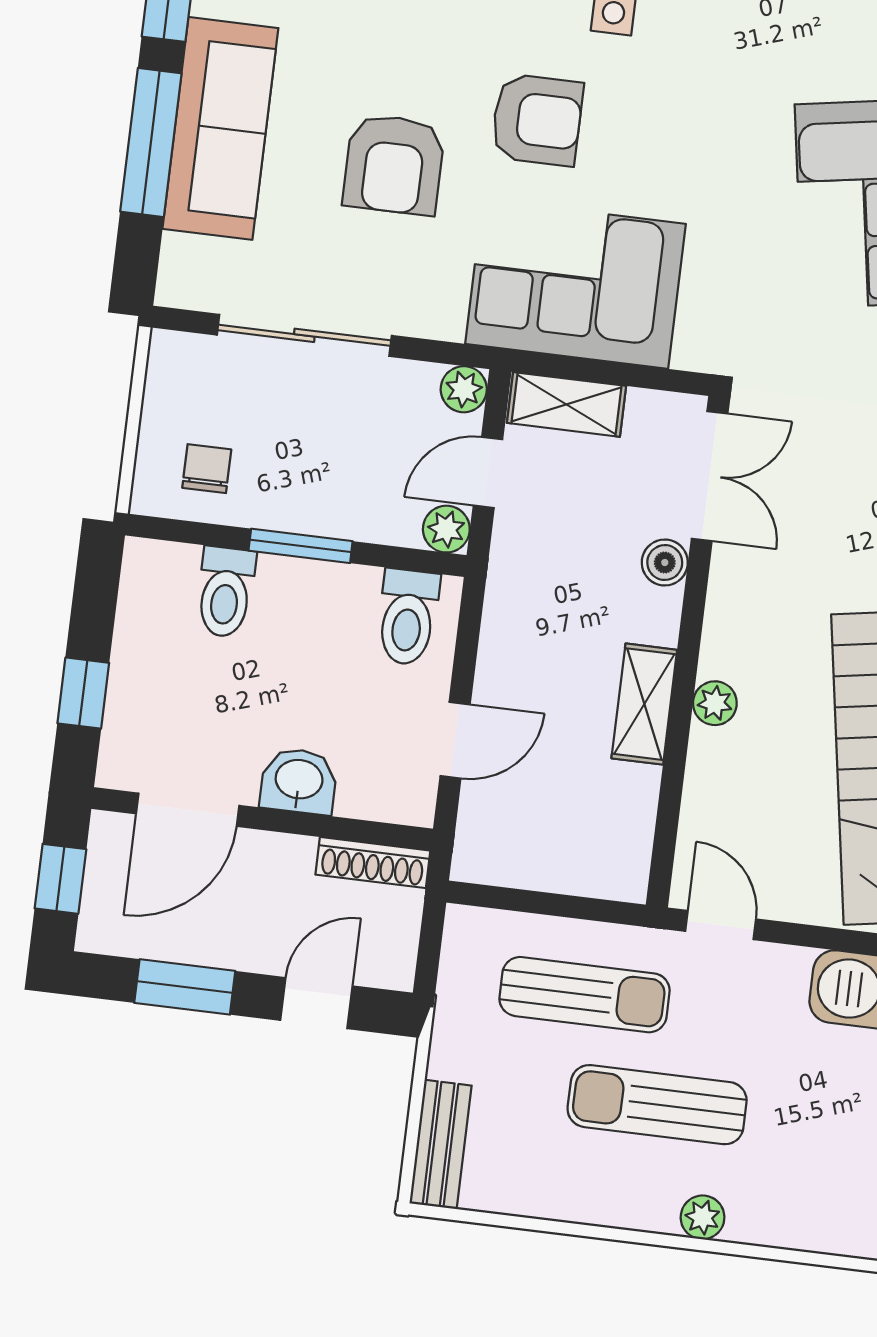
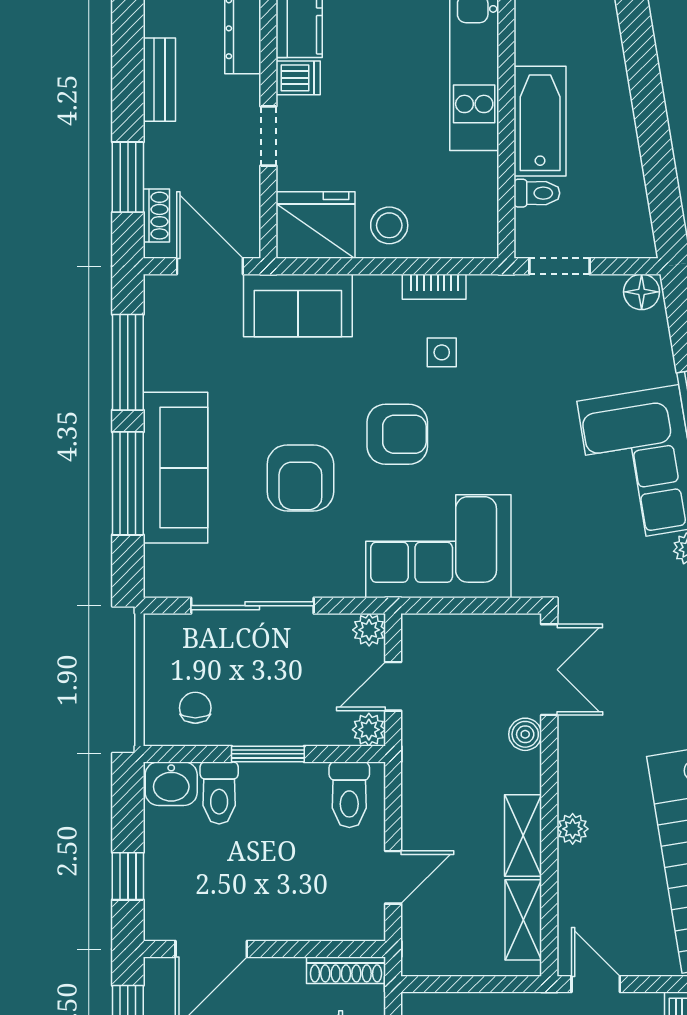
shelving: (567, 404) -> (523, 920), moved, turned 90
washbasin: (299, 781) -> (171, 784), moved, turned 180

